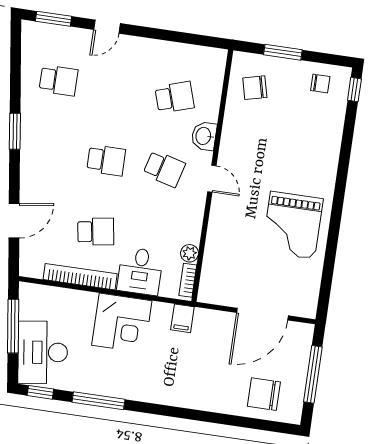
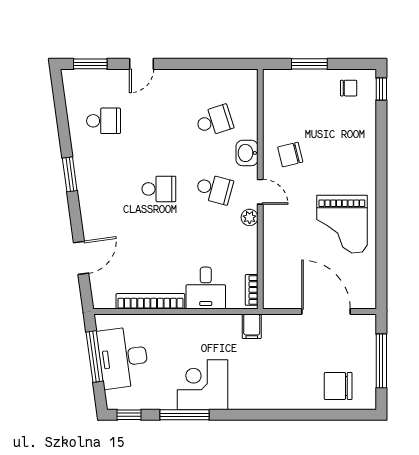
chair: (255, 88) -> (290, 155), moved
school desk: (96, 232) -> (159, 257), removed
plant: (190, 253) -> (250, 217), moved
door: (262, 314) -> (326, 311), swing flipped
corner desk: (122, 323) -> (202, 385), moved, turned 180
desk: (43, 352) -> (123, 358), moved

